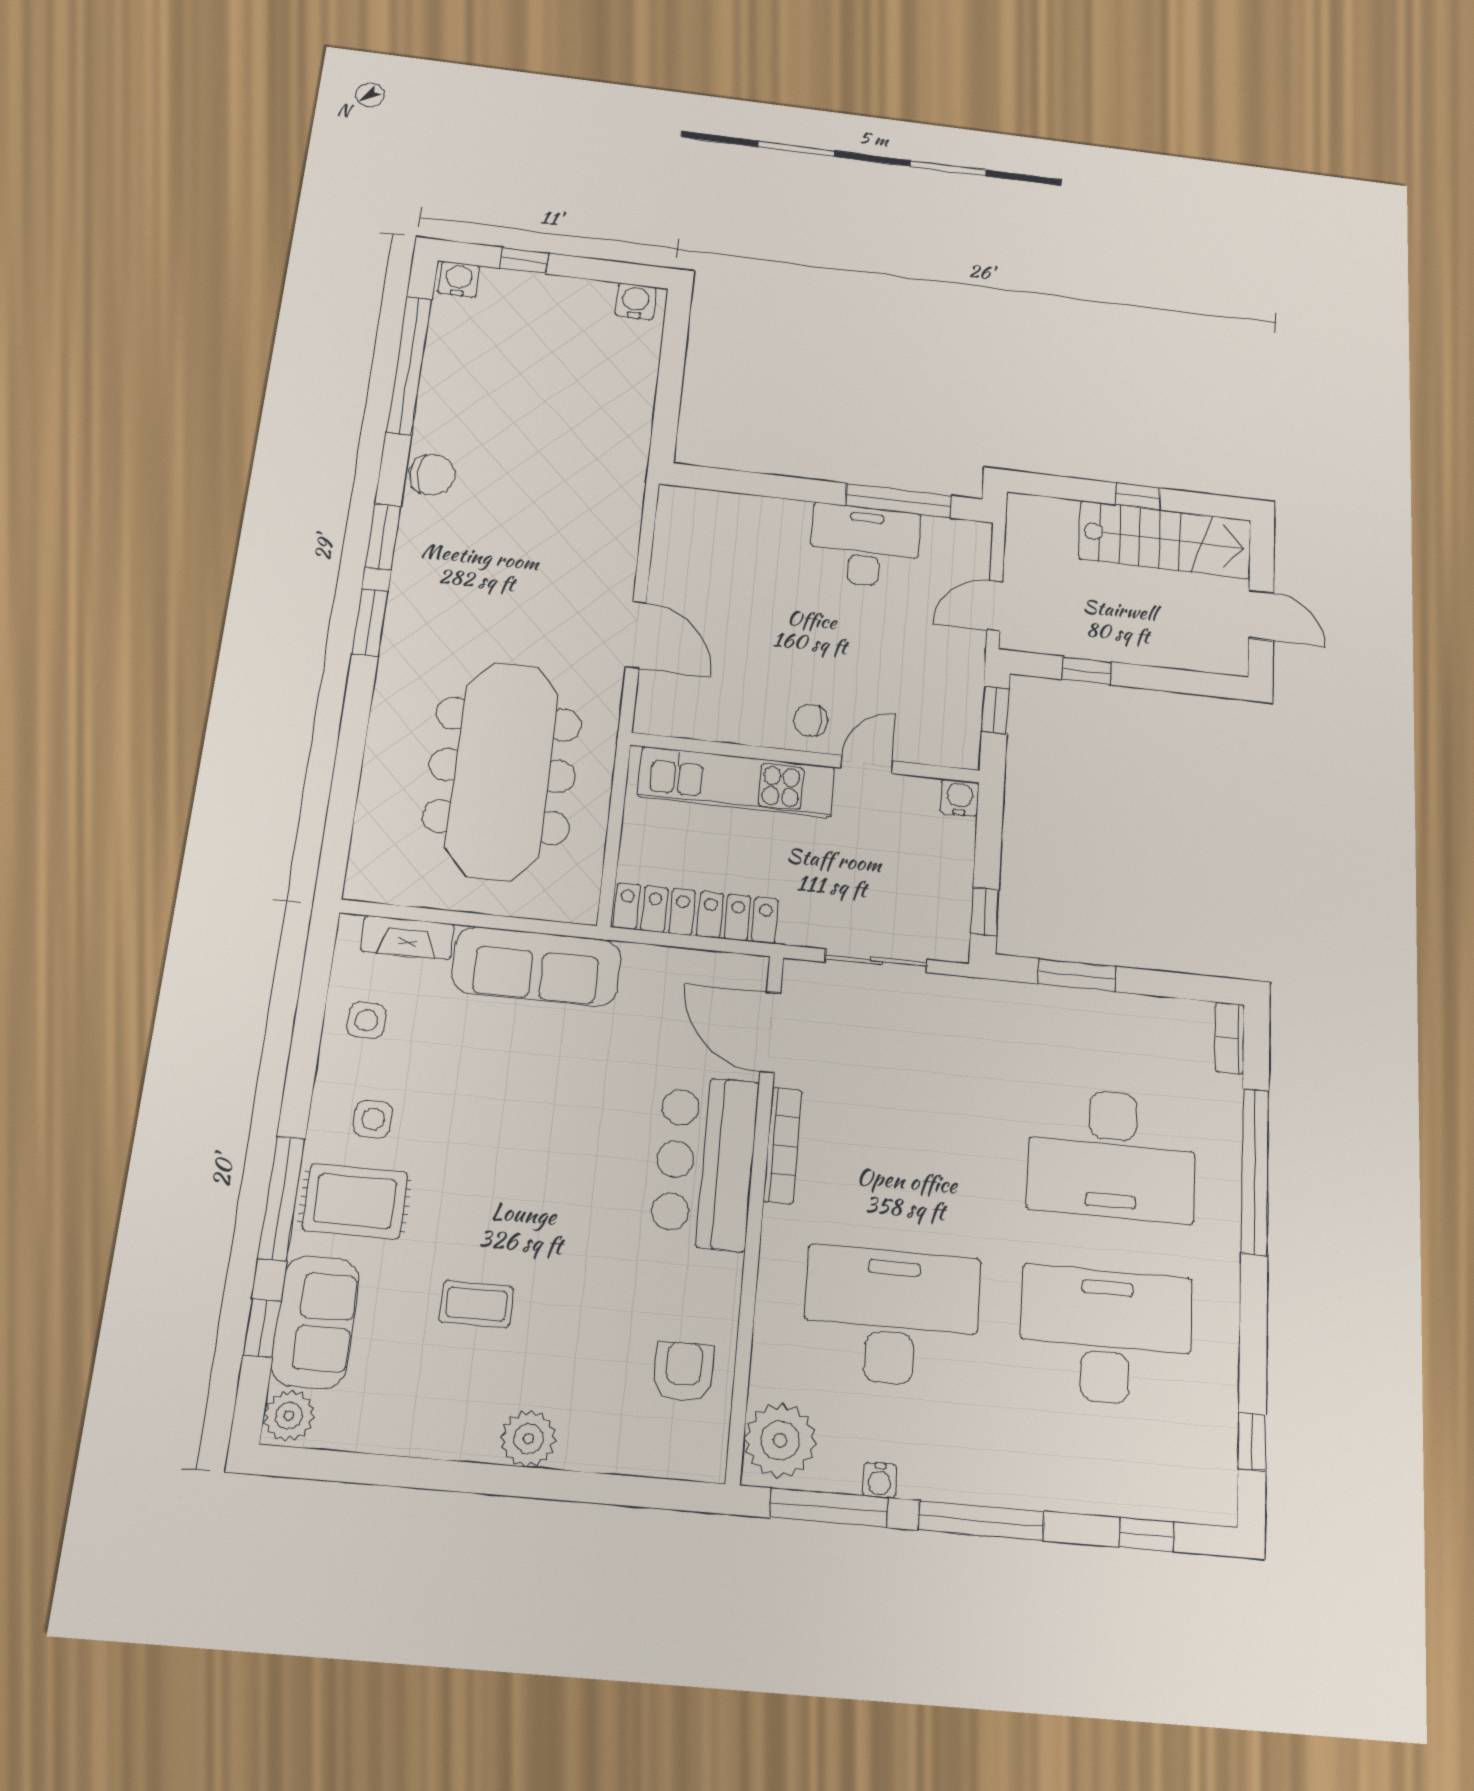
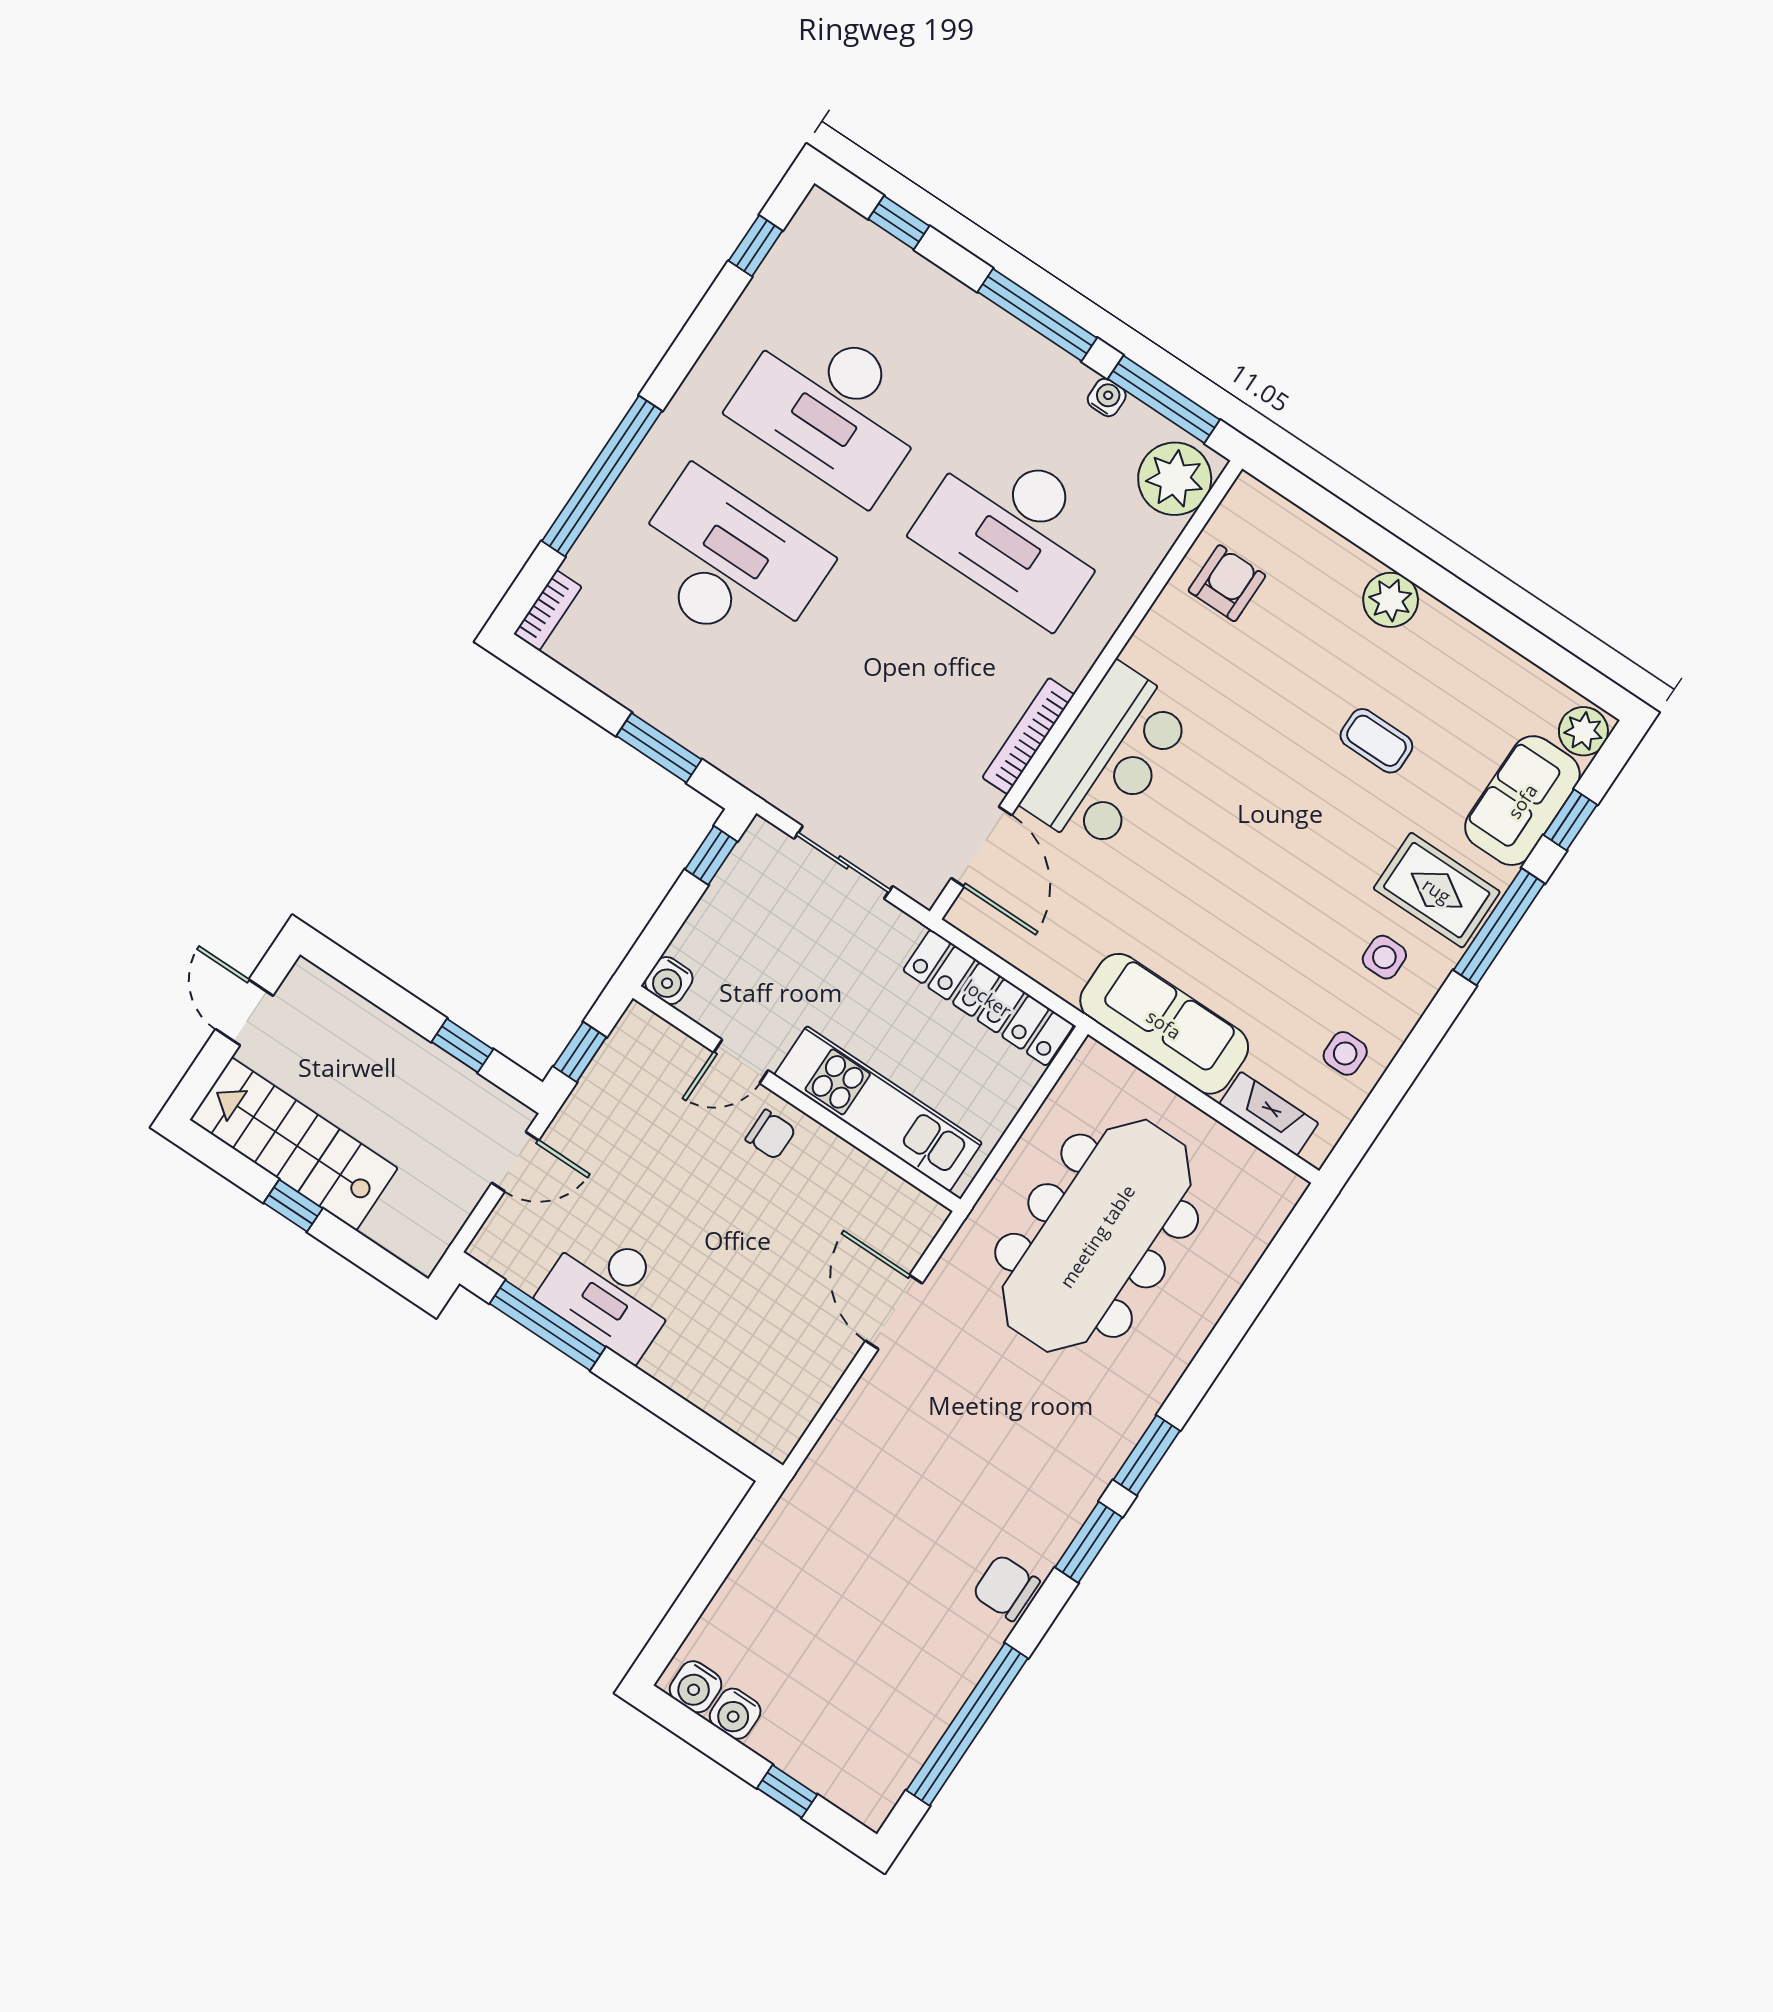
water cooler: (459, 279) -> (735, 1714), moved
armchair: (684, 1372) -> (1227, 583), turned 180

